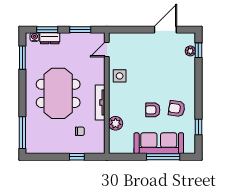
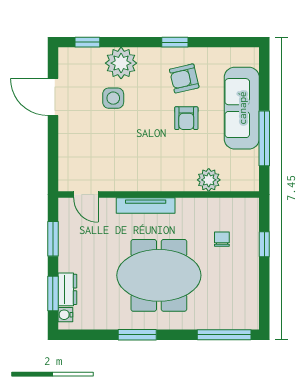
plant: (190, 51) -> (121, 63), moved, width x1.88, depth x1.88
window: (22, 58) -> (137, 335), moved
side table: (120, 76) -> (113, 98), moved
tv unit: (100, 103) -> (146, 206), moved
armchair: (177, 109) -> (184, 78), turned 68
window: (198, 127) -> (175, 42), moved
window: (163, 157) -> (264, 138), moved

